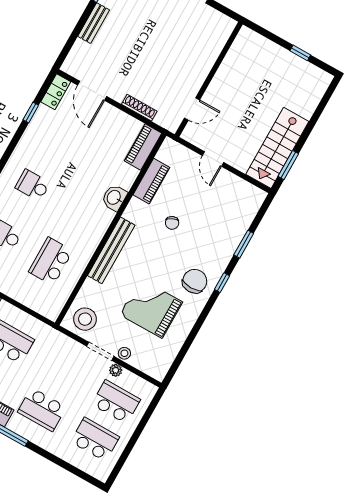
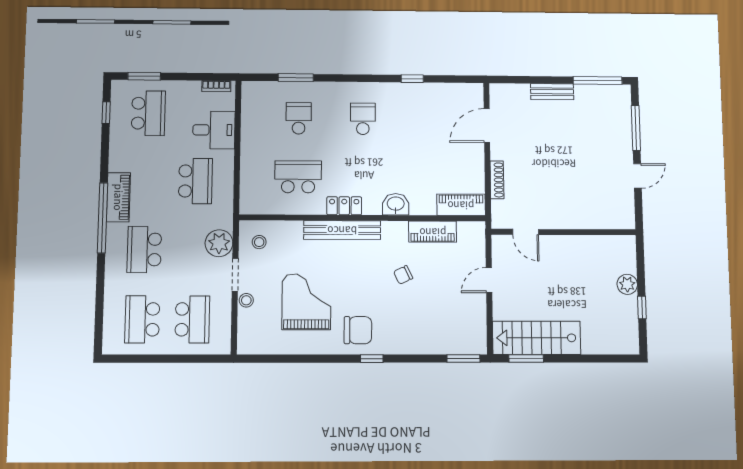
plant: (276, 54) -> (627, 284), added
locker: (56, 92) -> (344, 206), moved, turned 180
window: (31, 112) -> (412, 79), moved
window: (244, 244) -> (463, 359), moved
stool: (85, 319) -> (259, 242), width x0.53, depth x0.53
plant: (116, 370) -> (219, 243), moved, width x1.87, depth x1.87
school desk: (95, 439) -> (142, 319), turned 180

